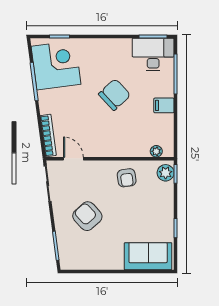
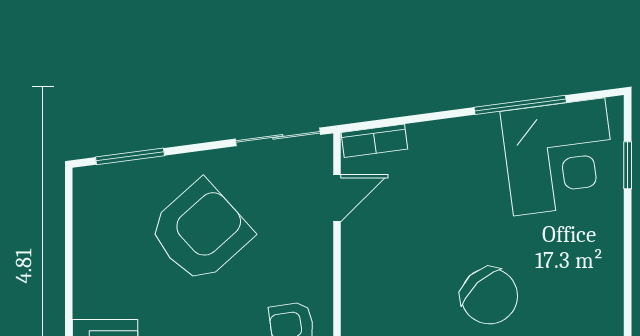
bookcase: (48, 135) -> (374, 141), width x0.64
armchair: (87, 216) -> (200, 231), width x1.36, depth x1.36

